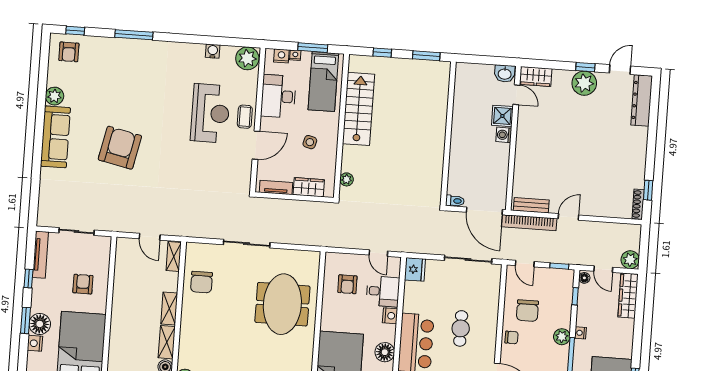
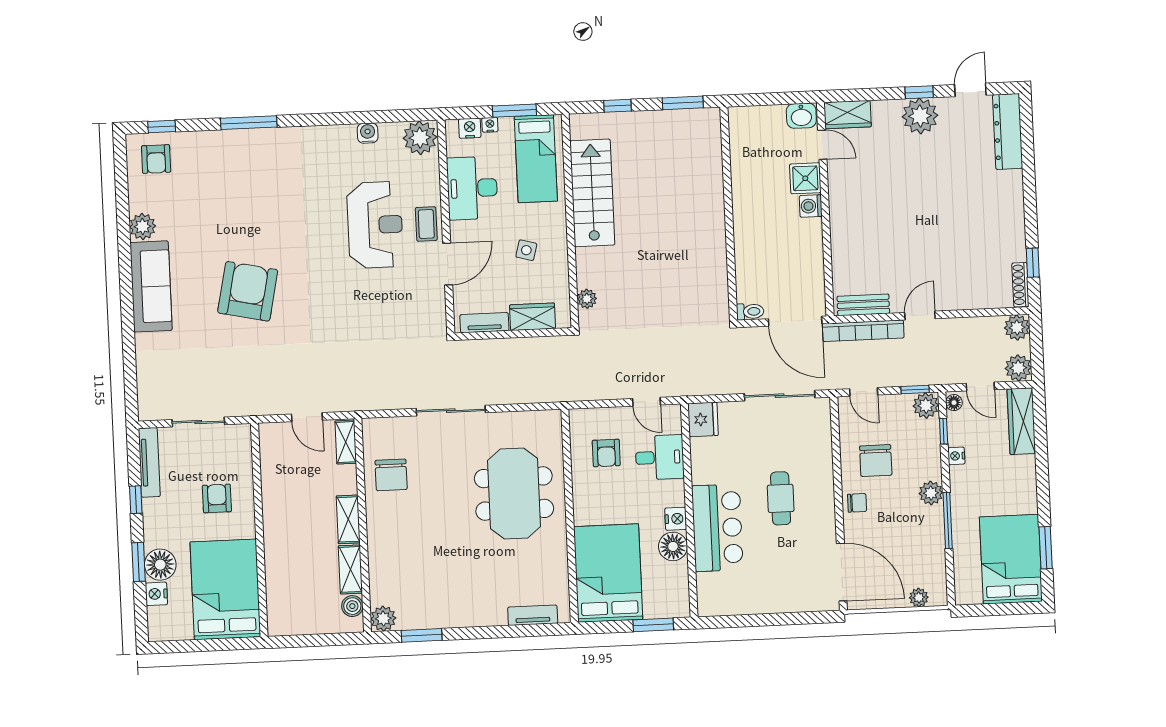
plant: (633, 233) -> (1017, 327), added
plant: (565, 278) -> (926, 406), added
nightstand: (390, 316) -> (676, 519), moved
nightstand: (580, 333) -> (956, 456), moved

